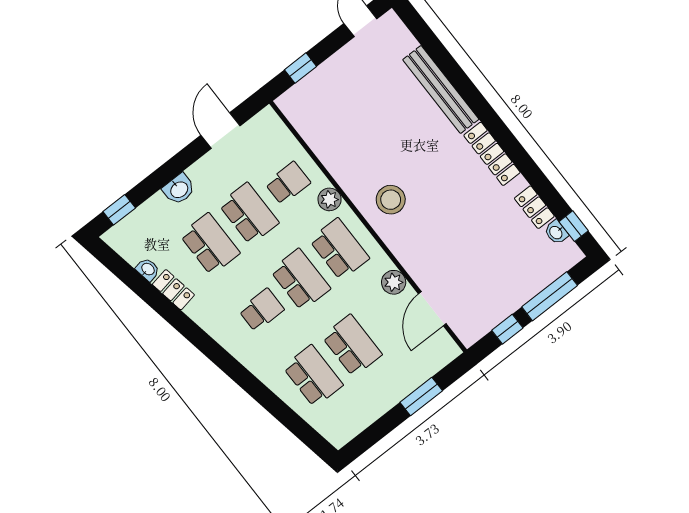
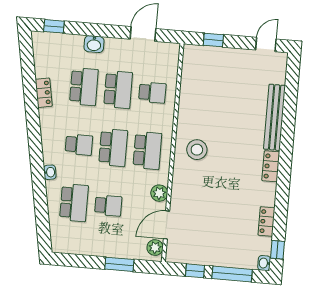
locker: (492, 154) -> (271, 166), width x0.66
plant: (330, 199) -> (155, 248), moved
washbasin: (556, 232) -> (264, 263), moved
washbasin: (148, 269) -> (50, 172), moved
school desk: (352, 346) -> (108, 206), width x0.54

